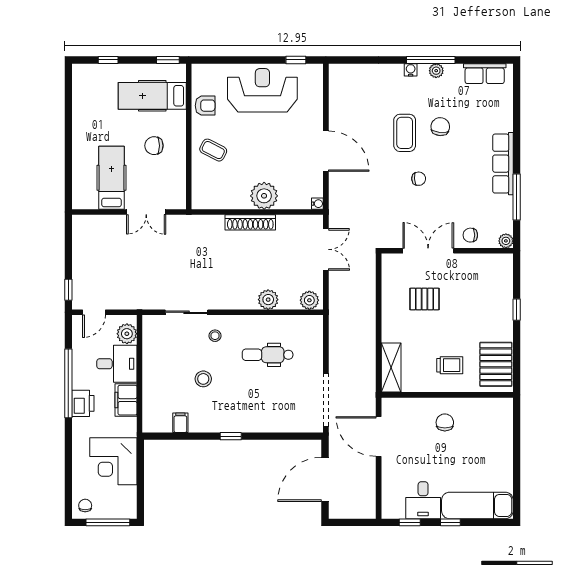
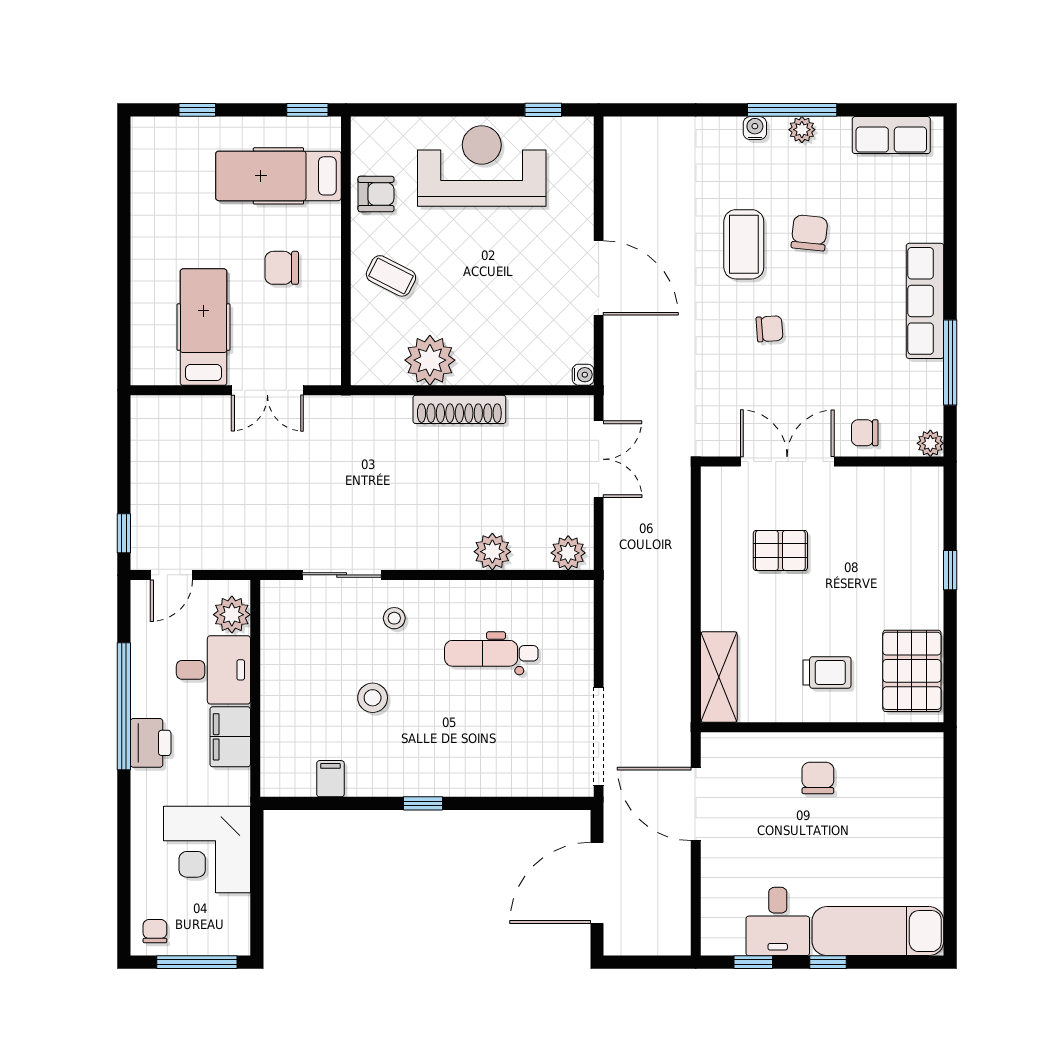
plant: (264, 196) -> (430, 360), moved

